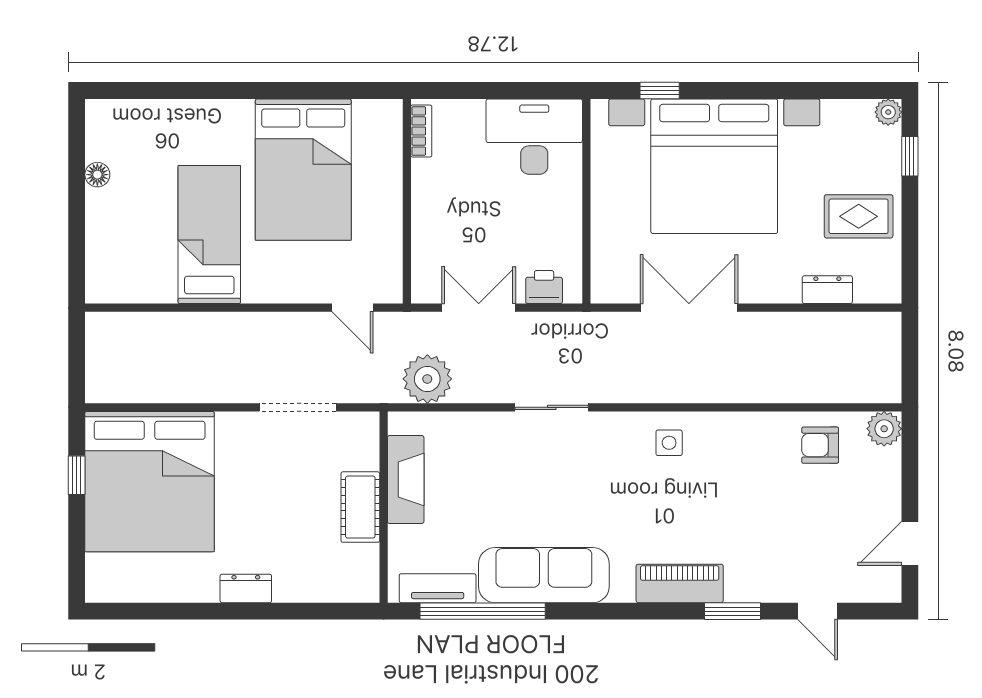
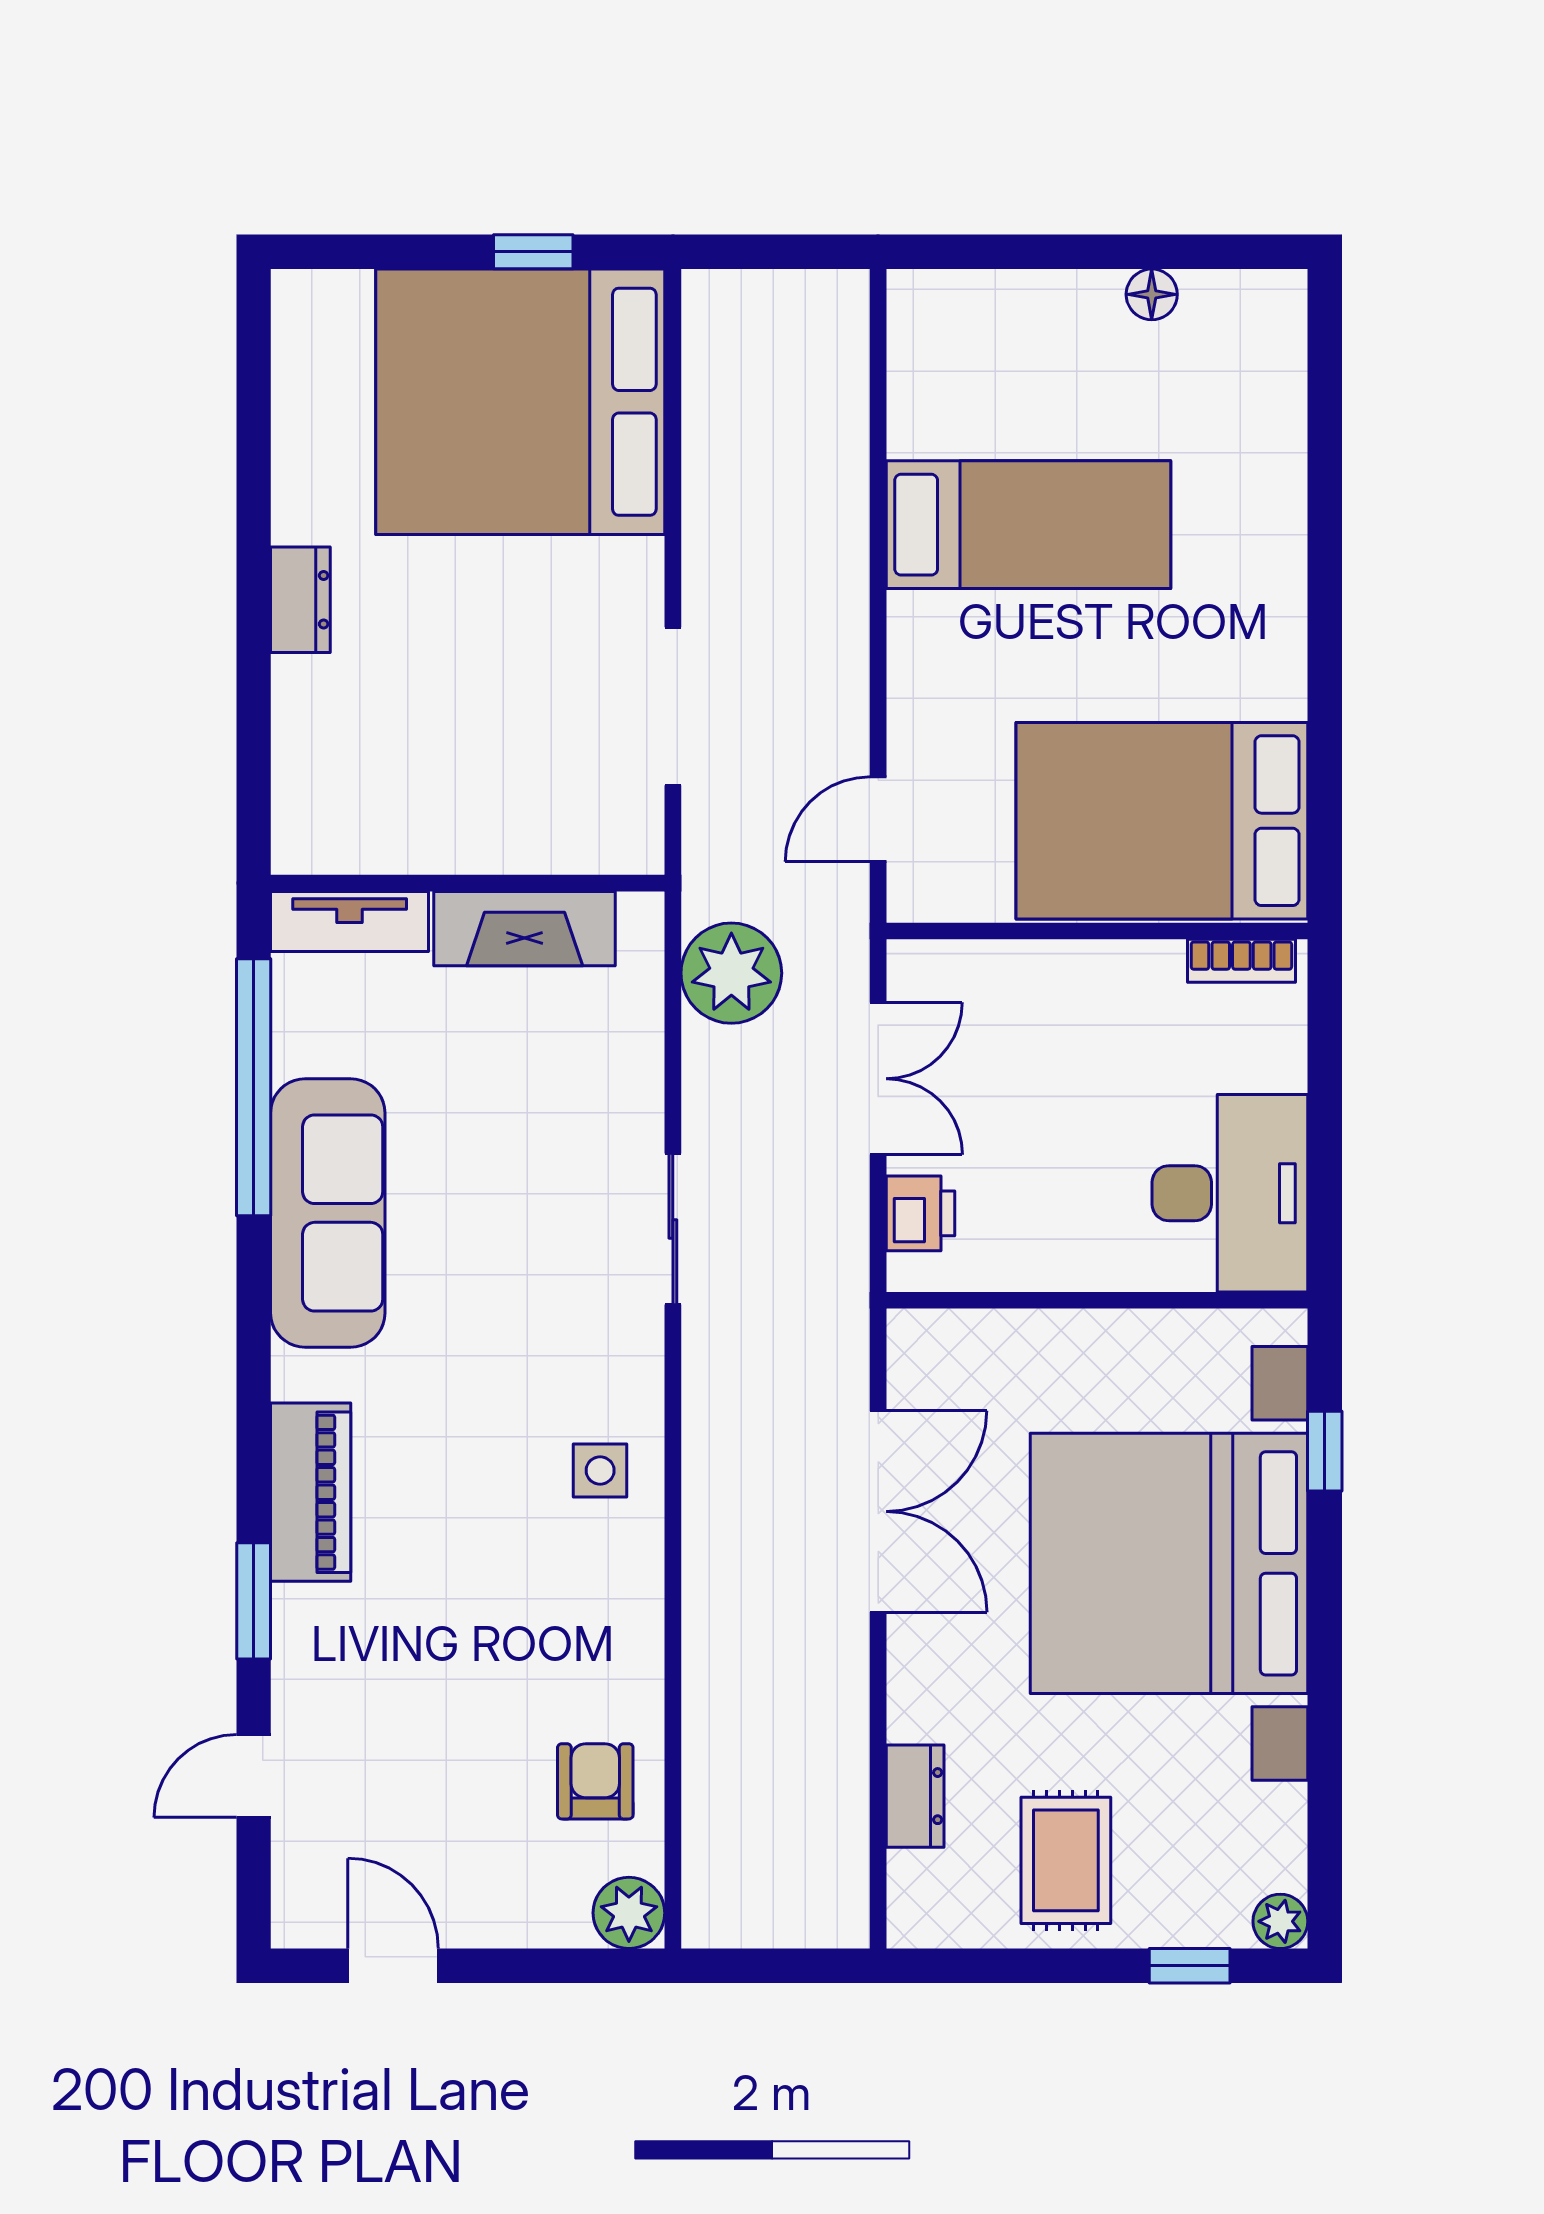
bed: (303, 170) -> (1162, 821), moved
cot: (360, 507) -> (468, 835), removed
tv unit: (438, 588) -> (350, 921), moved, turned 90

